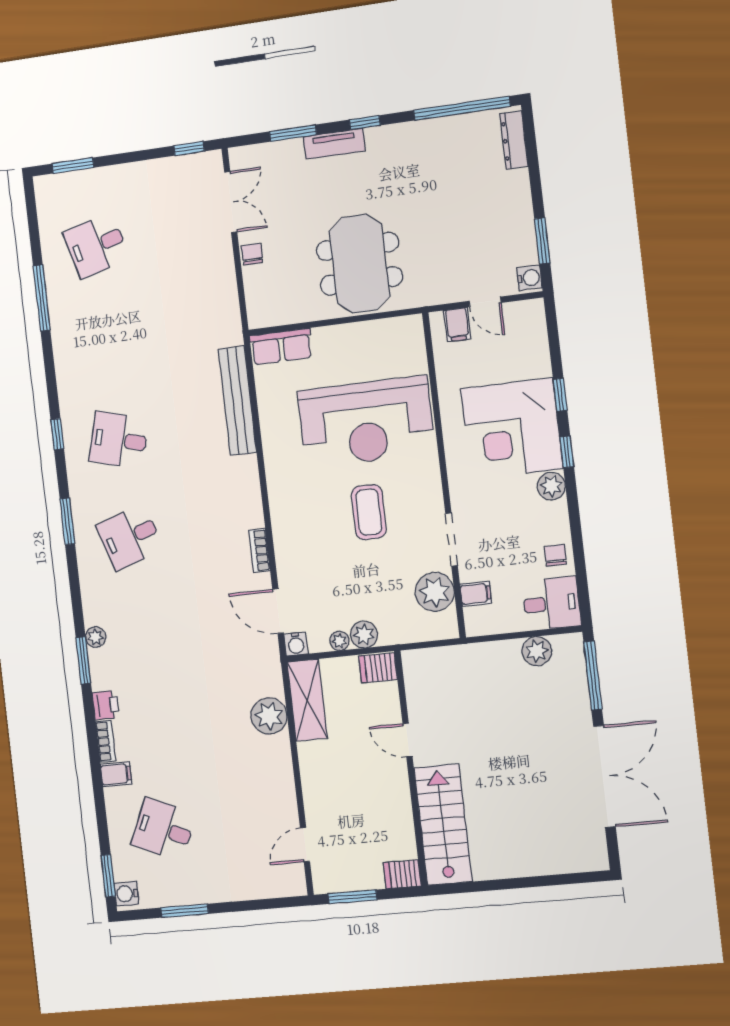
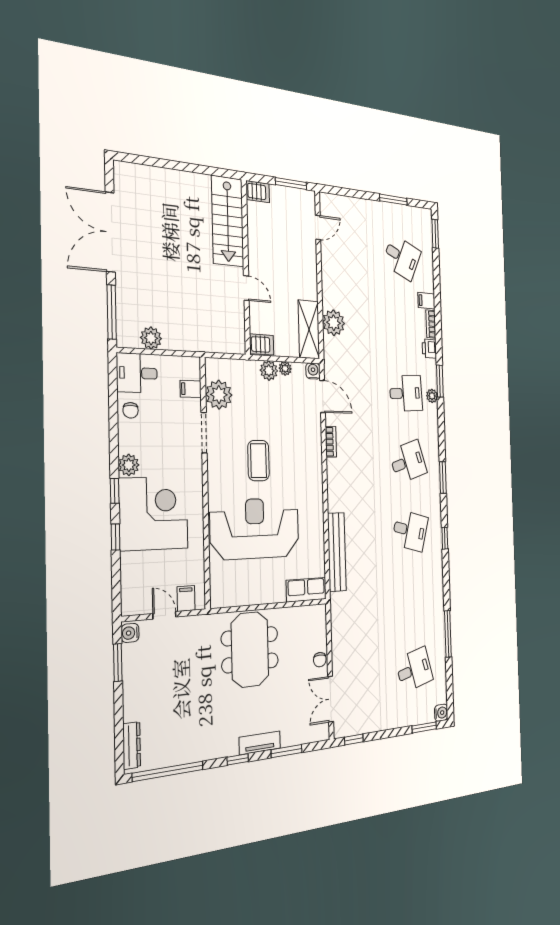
desk: (141, 635) -> (406, 393), added
water cooler: (126, 894) -> (441, 713), moved

